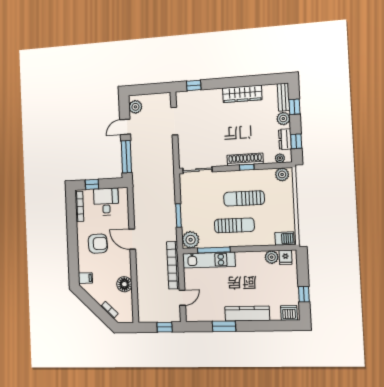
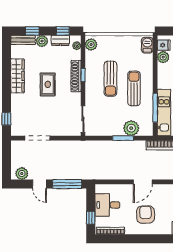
rug: (234, 128) -> (48, 84), added
plant: (191, 240) -> (131, 128), moved

